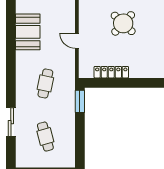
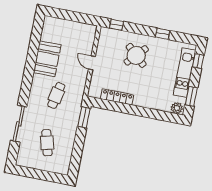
booth: (28, 32) -> (47, 59), moved
sliding door: (11, 122) -> (19, 124), width x1.37

